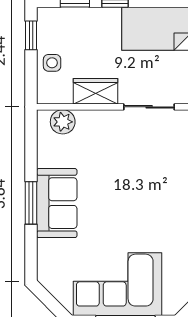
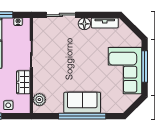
window: (31, 203) -> (82, 116), width x2.11

